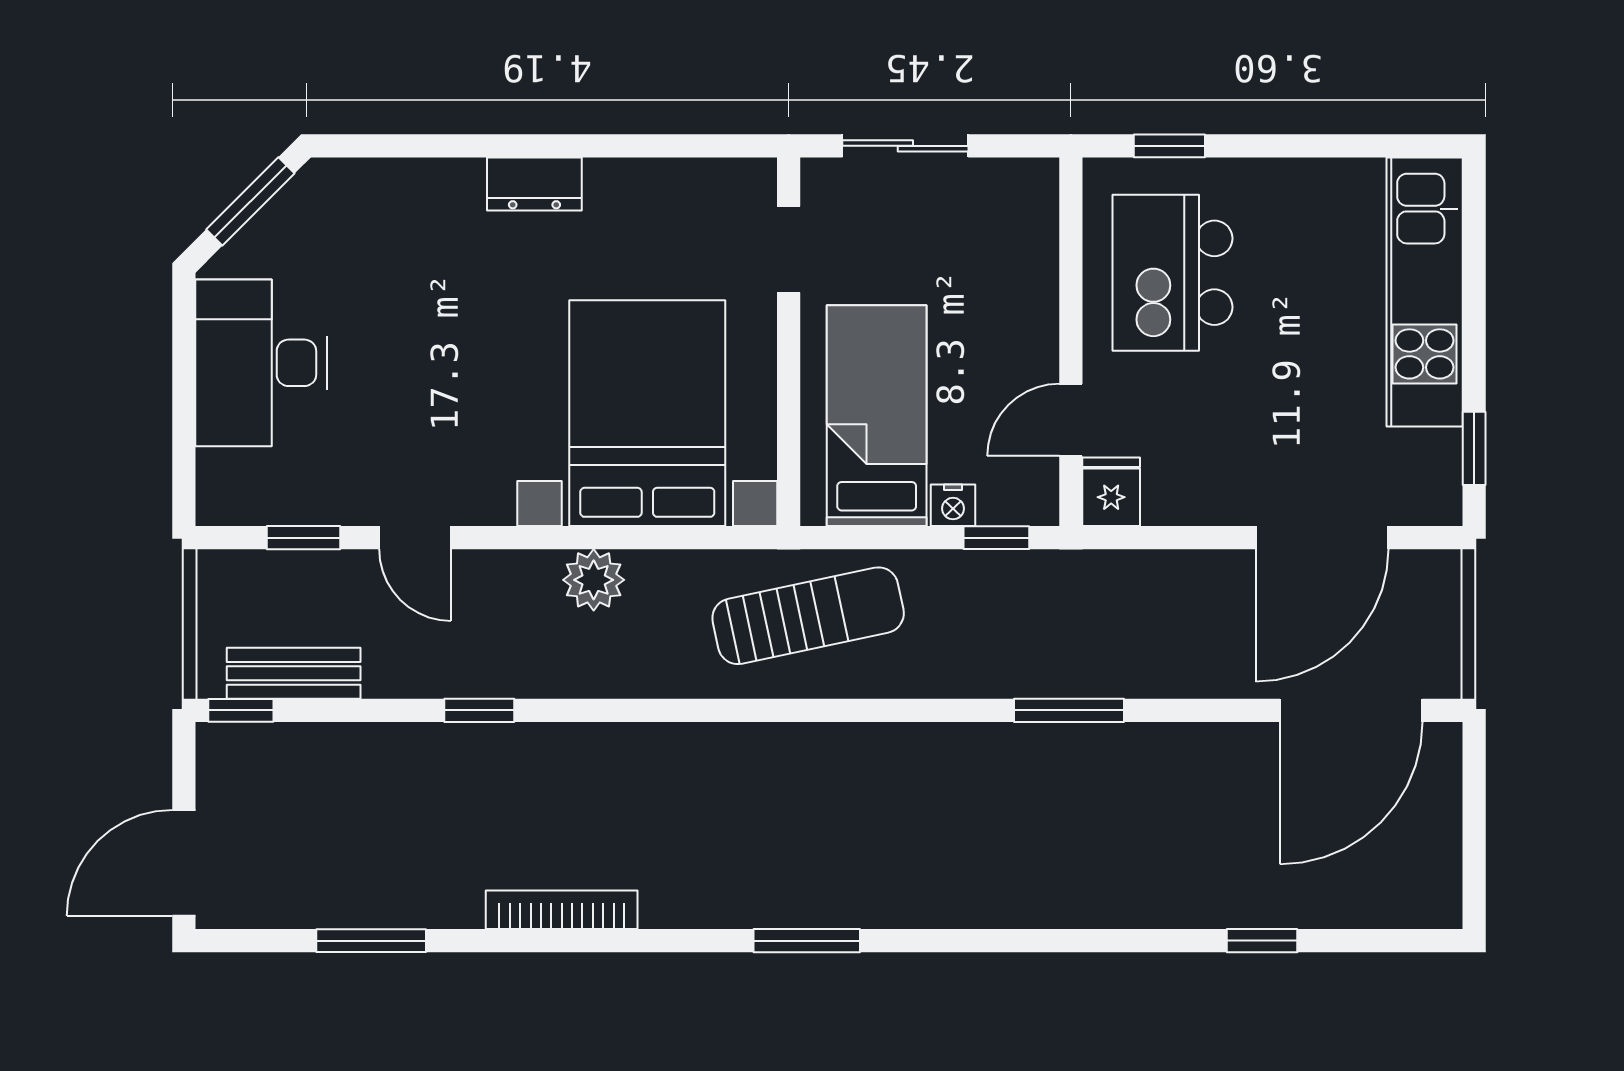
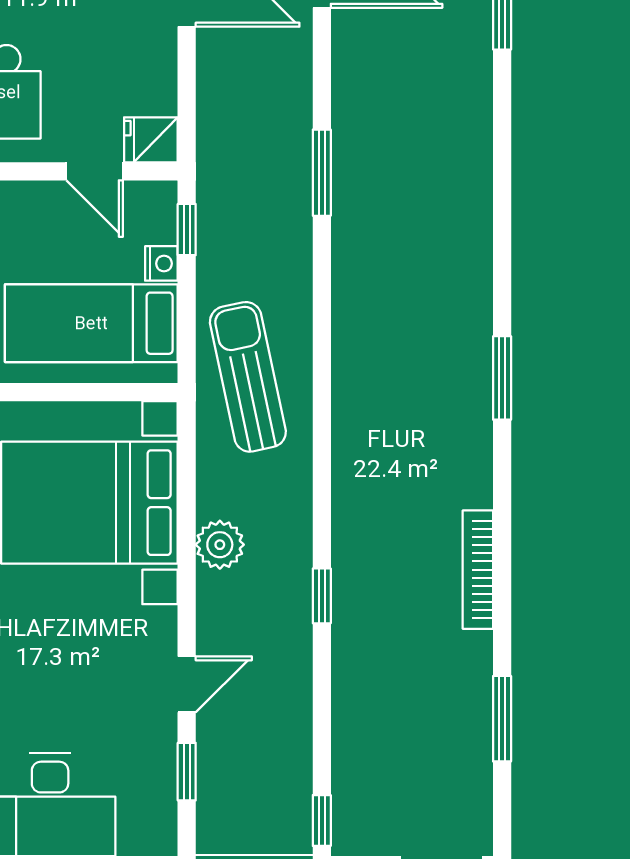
bench: (294, 673) -> (293, 779), removed
window: (479, 710) -> (322, 596), moved

